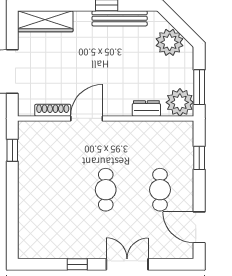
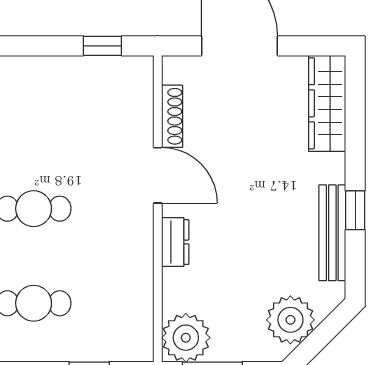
dresser: (146, 108) -> (175, 242), moved

